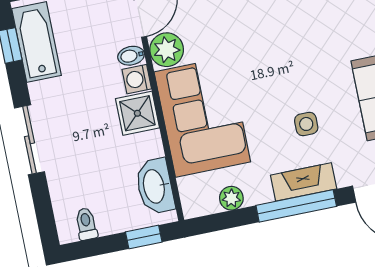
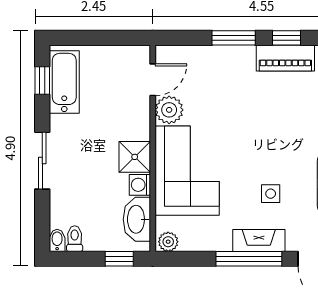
bidet: (131, 56) -> (57, 240), moved, turned 90
washing machine: (137, 79) -> (140, 185), moved
plant: (231, 198) -> (168, 242), moved

